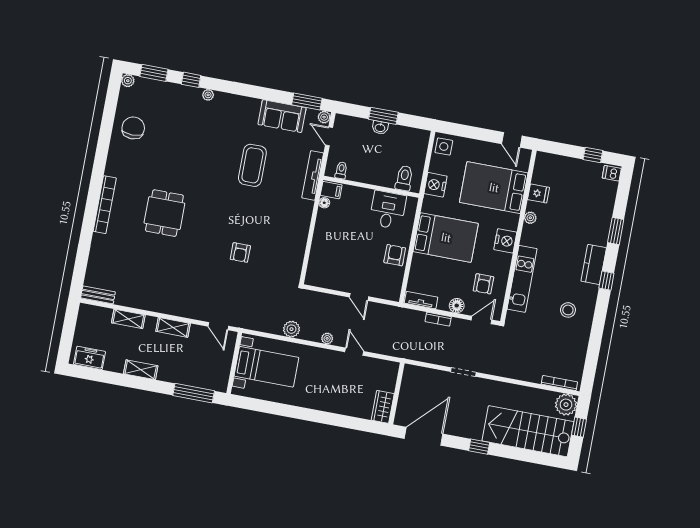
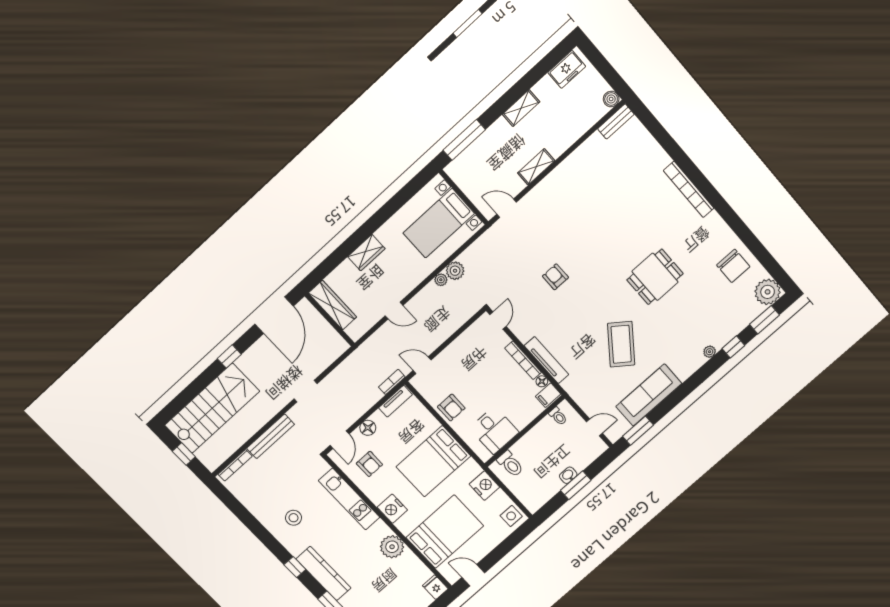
plant: (128, 81) -> (768, 292), width x1.88, depth x1.88
sofa: (282, 116) -> (649, 395), width x1.36
plant: (324, 117) -> (614, 435), removed
coffee table: (252, 165) -> (621, 344), turned 37
tv unit: (313, 175) -> (546, 360), moved
fridge: (539, 193) -> (435, 587), moved, turned 90
dining table: (164, 213) -> (655, 277), moved, turned 90
plant: (530, 218) -> (392, 547), width x1.88, depth x1.88
bookcase: (319, 229) -> (523, 360), added
kitchen counter: (594, 264) -> (323, 573), width x1.50
door: (304, 270) -> (498, 320), added
armchair: (483, 284) -> (369, 464), turned 180
door: (359, 297) -> (422, 365), moved
boiler: (85, 311) -> (611, 99), added
shelving: (128, 319) -> (574, 132), removed
bookcase: (438, 319) -> (392, 382), moved
plant: (327, 338) -> (441, 280), moved
bench: (517, 373) -> (271, 436), added
wardrobe: (327, 403) -> (366, 253), added
plant: (566, 405) -> (212, 457), removed
wardrobe: (383, 407) -> (332, 305), width x1.50

